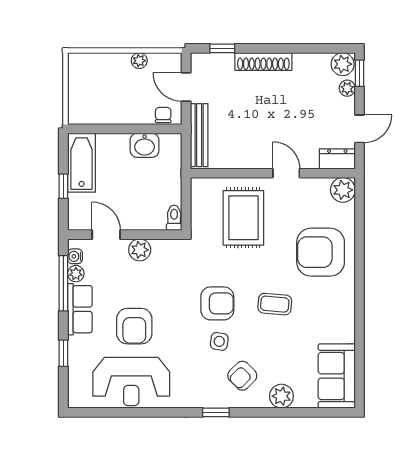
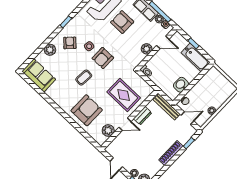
dresser: (337, 159) -> (143, 116), moved
plant: (343, 190) -> (108, 130), moved

